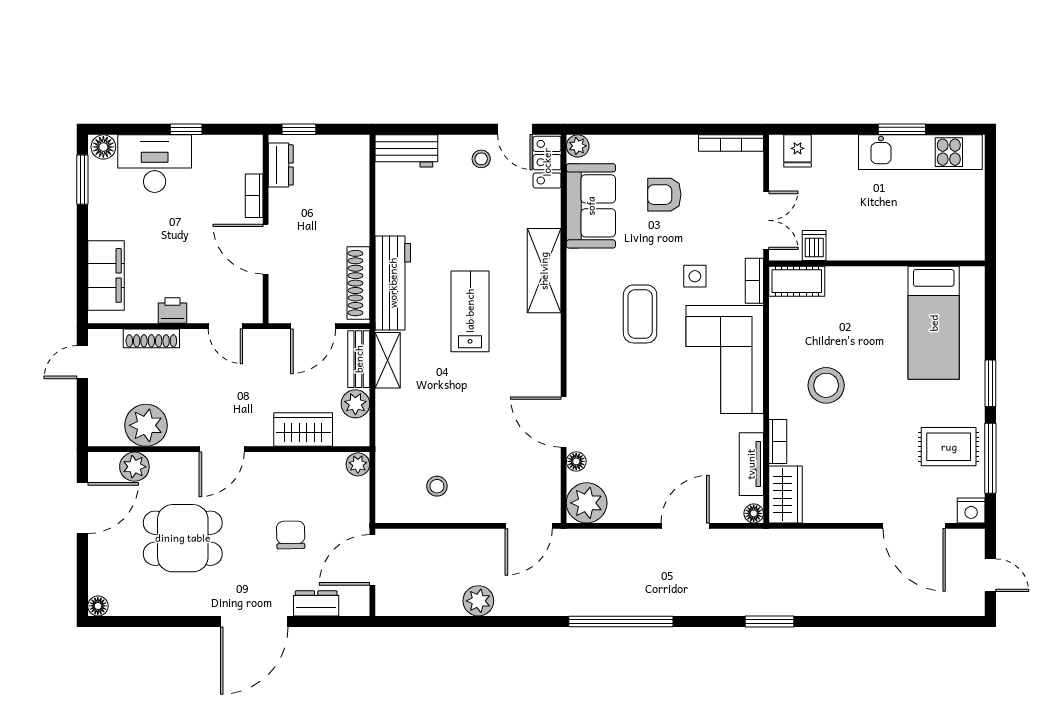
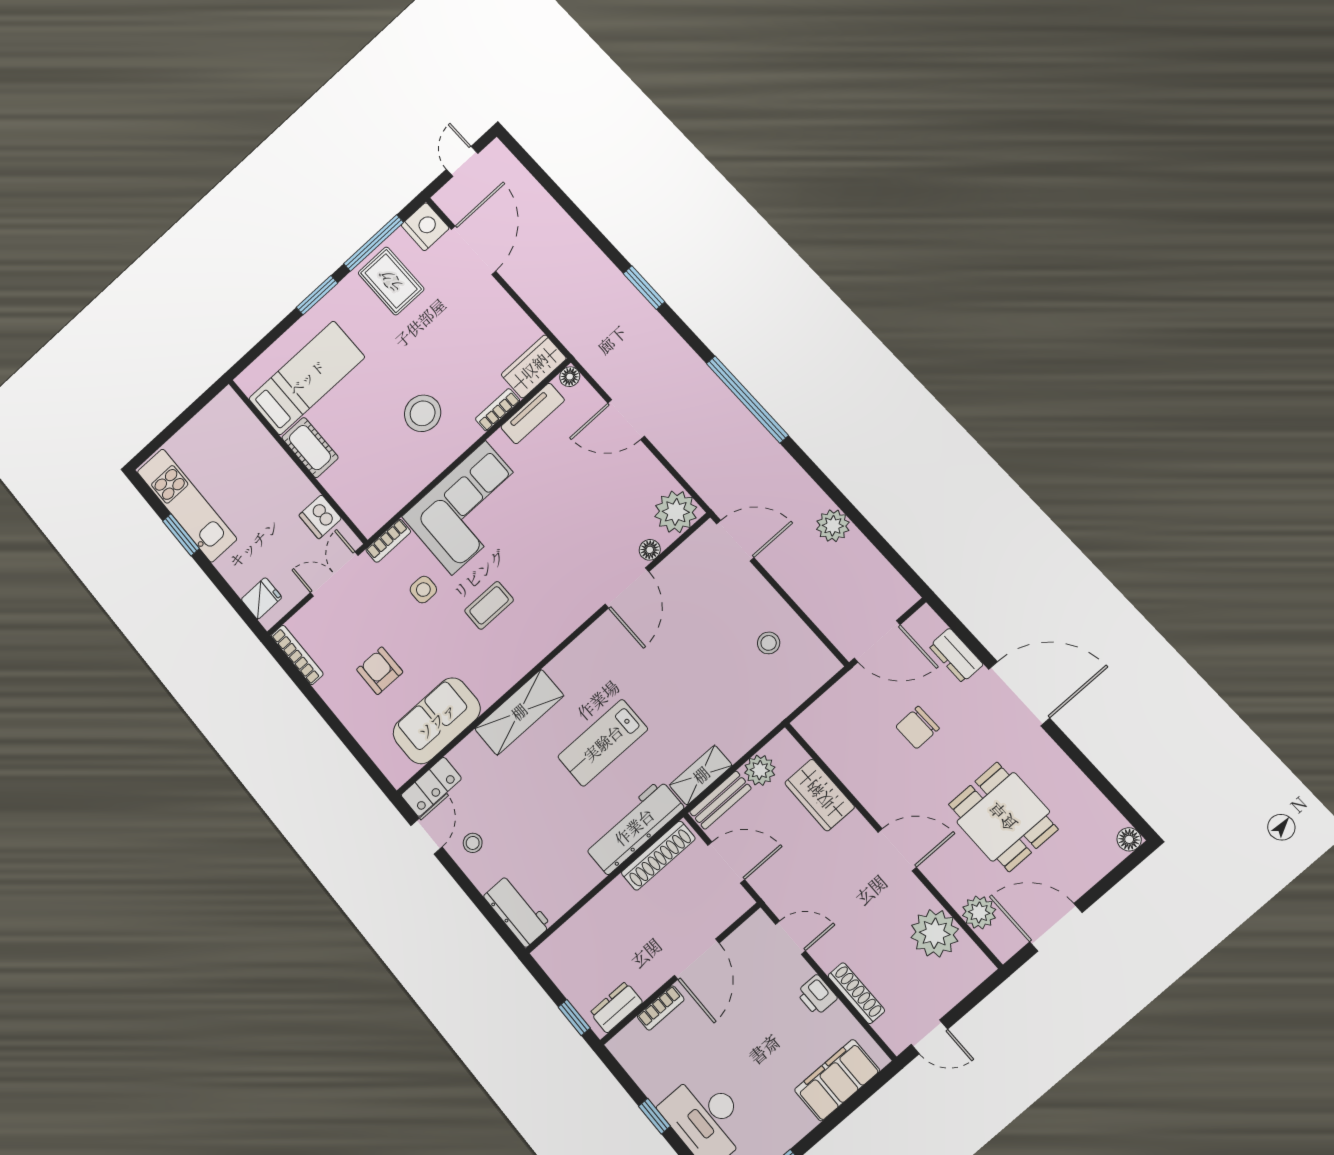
plant: (578, 146) -> (398, 774), removed
armchair: (664, 195) -> (380, 671), turned 180
dishwasher: (814, 245) -> (320, 517), width x1.38
cot: (797, 281) -> (310, 448), moved
coffee table: (640, 314) -> (489, 605), width x0.73, depth x0.77
door: (225, 326) -> (790, 938), hinge flipped
plant: (358, 464) -> (808, 724), removed
nightstand: (971, 510) -> (425, 227), width x1.36, depth x1.33

